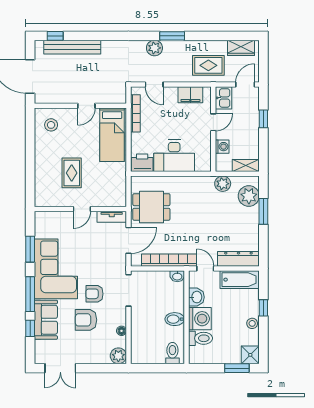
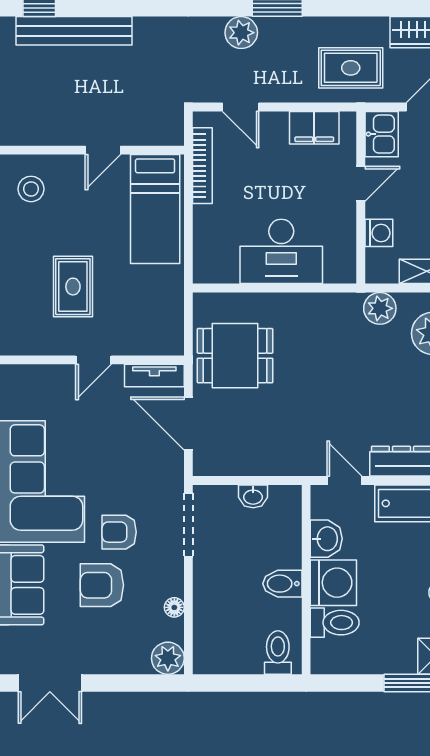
printer: (142, 163) -> (216, 266), removed
door: (128, 240) -> (188, 423), swing flipped
bookcase: (169, 260) -> (271, 464), removed
washbasin: (177, 276) -> (253, 496), moved

